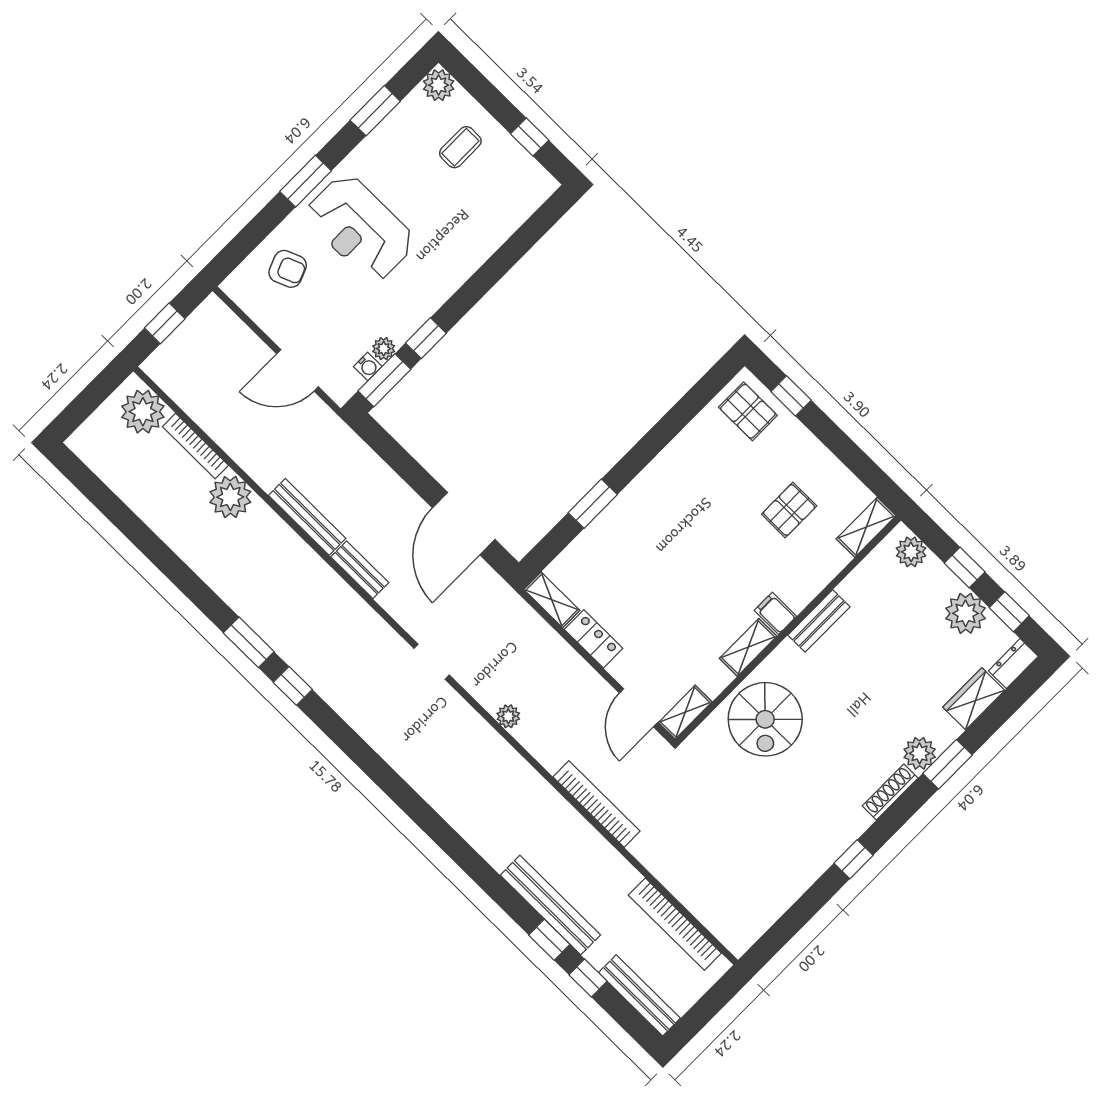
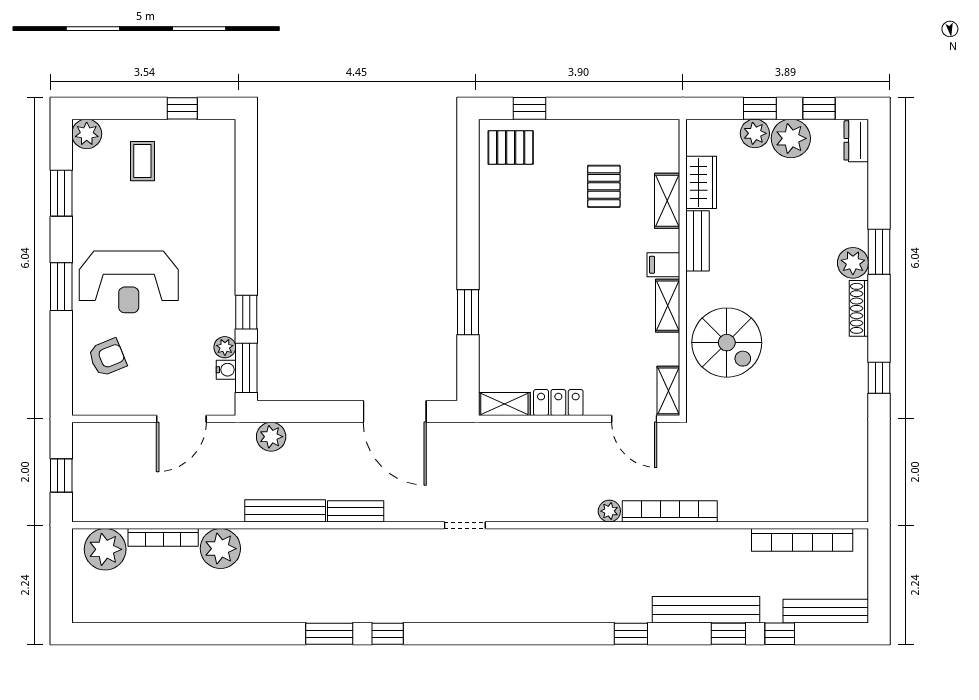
plant: (352, 451) -> (271, 437), added
shelving: (866, 527) -> (667, 201), moved
plant: (911, 552) -> (755, 133), moved
wardrobe: (974, 699) -> (701, 182), moved, turned 180
plant: (508, 716) -> (609, 511), moved
window: (476, 867) -> (631, 634), added

